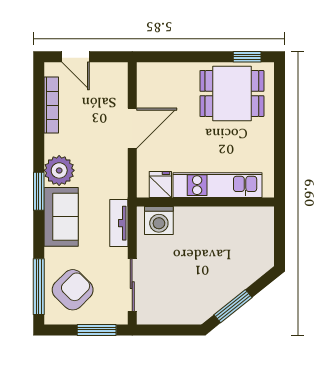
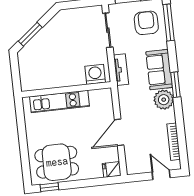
fridge: (160, 185) -> (112, 169), moved, turned 90
armchair: (73, 290) -> (146, 23), turned 135
window: (233, 306) -> (30, 34), moved

